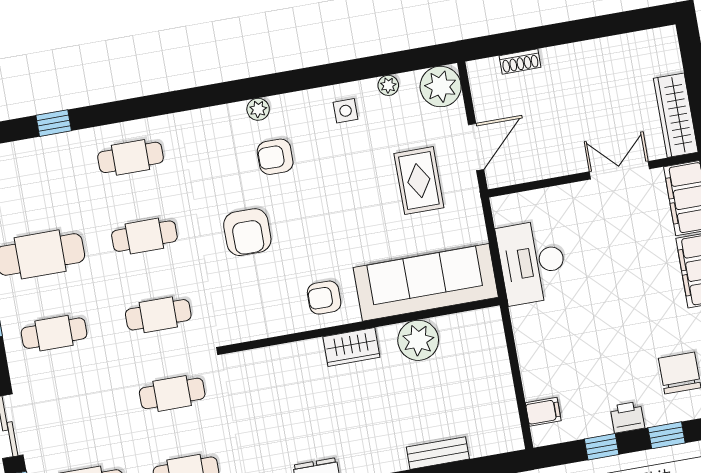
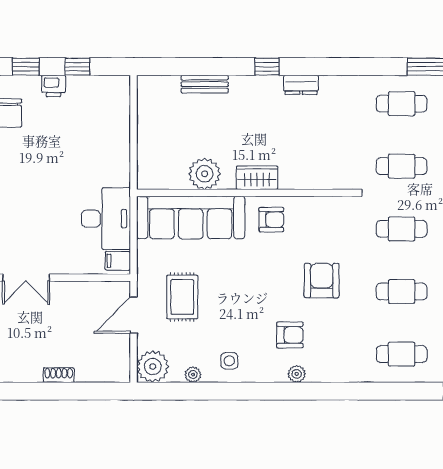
shoe rack: (520, 61) -> (59, 375), moved
filing cabinet: (543, 412) -> (118, 261), moved

